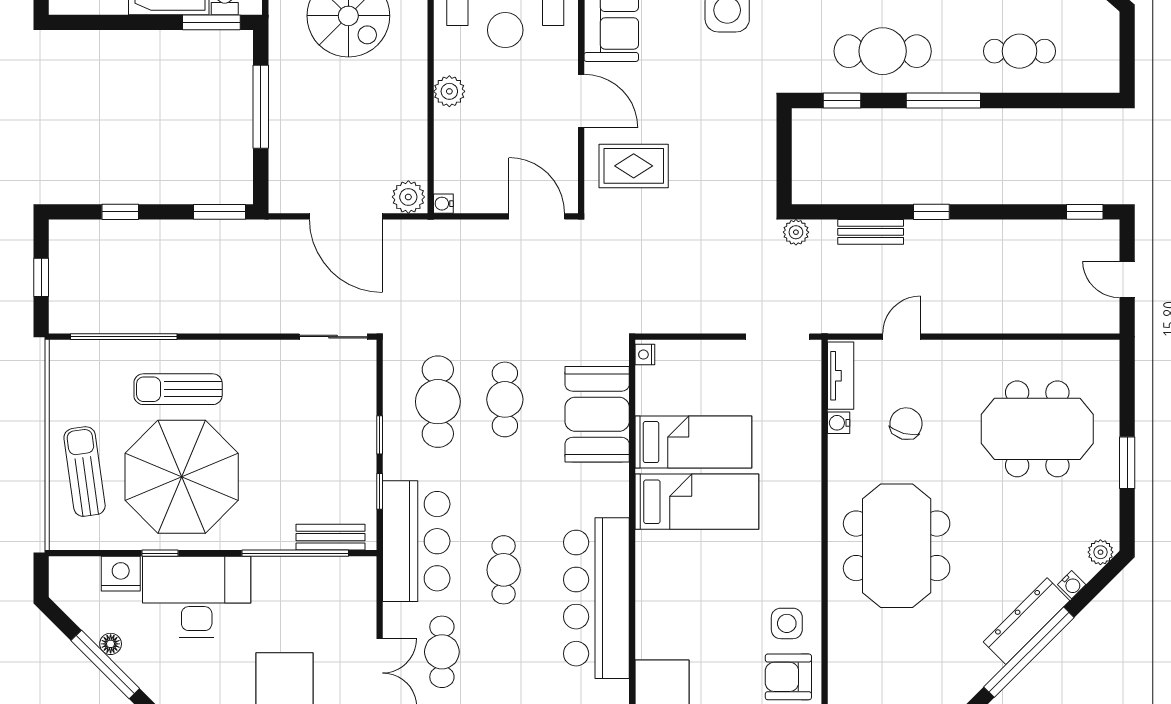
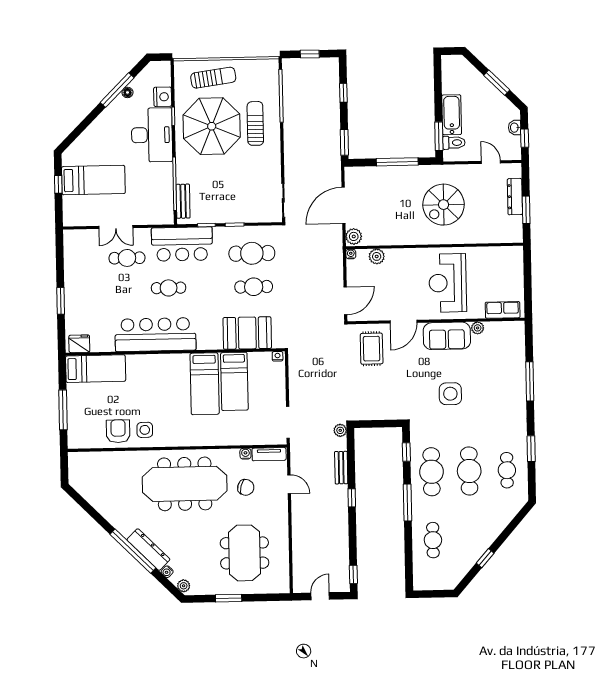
plant: (449, 91) -> (377, 256), moved
meeting table: (897, 546) -> (185, 484), width x1.36

